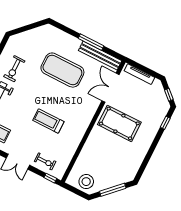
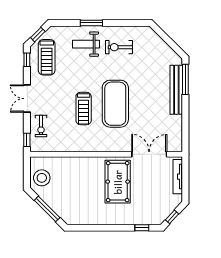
window: (91, 42) -> (185, 79), moved
bench: (100, 56) -> (176, 90), moved
exercise mat: (62, 70) -> (115, 104), moved
treadmill: (48, 121) -> (84, 108), turned 180

